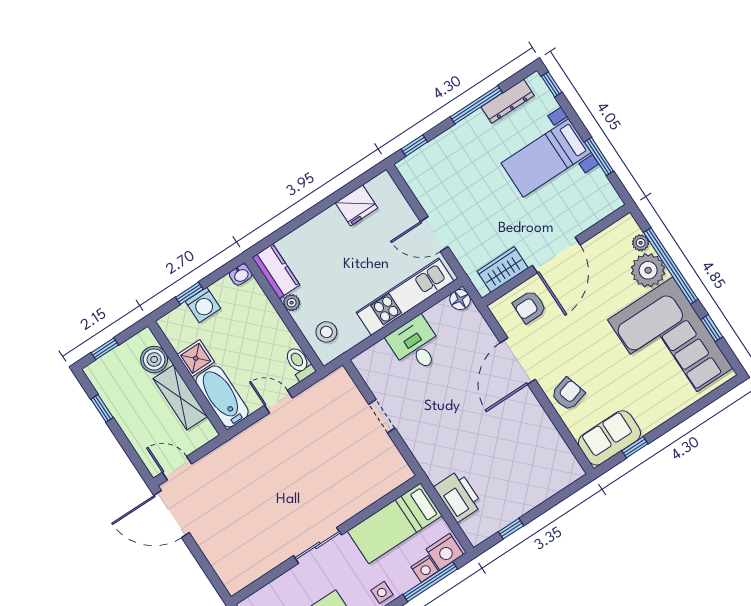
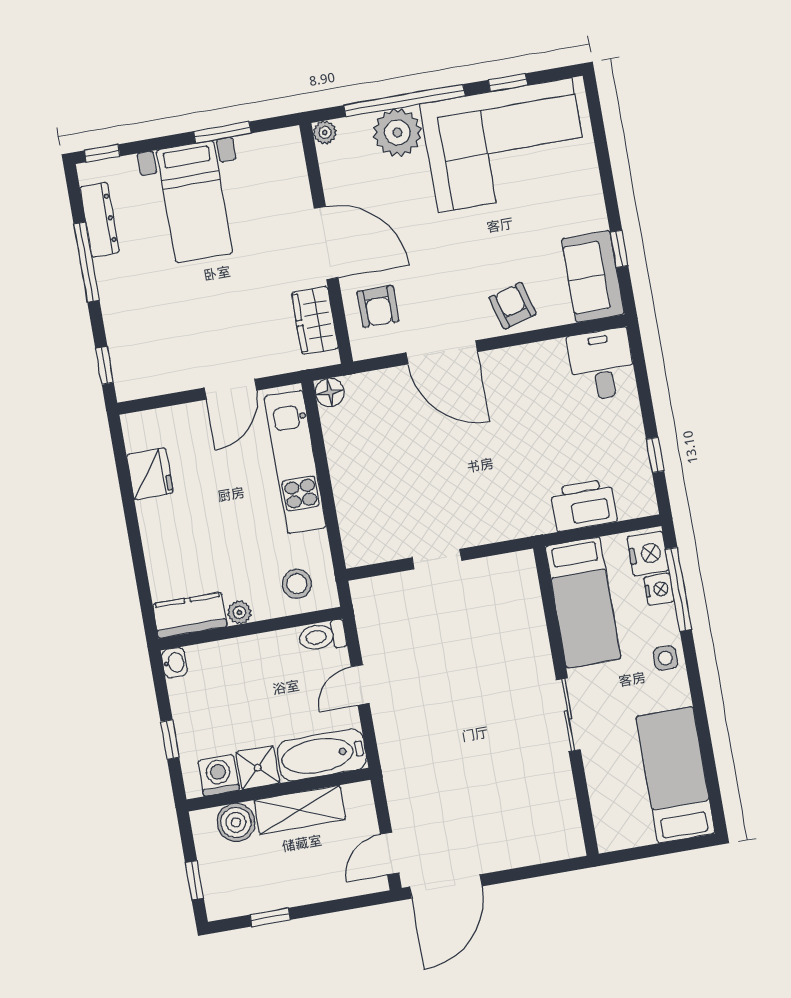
plant: (641, 243) -> (325, 133), moved
washing machine: (203, 305) -> (219, 775), moved, turned -90
desk: (416, 345) -> (602, 365), moved, turned 90

